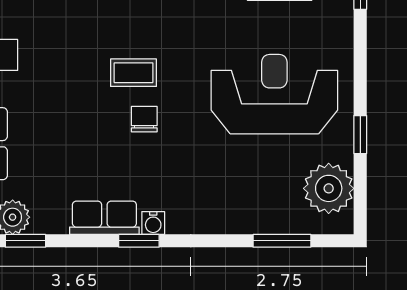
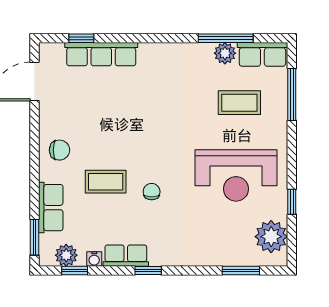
coffee table: (133, 73) -> (106, 182), moved, width x1.36, depth x1.30
reception desk: (274, 94) -> (236, 176), turned 180
water cooler: (153, 223) -> (94, 259), moved

